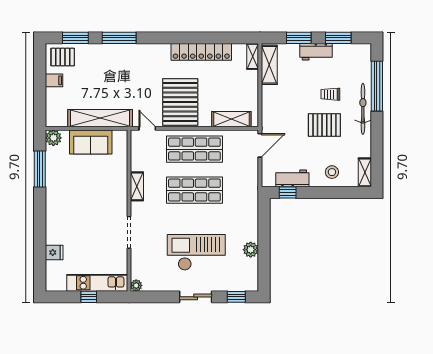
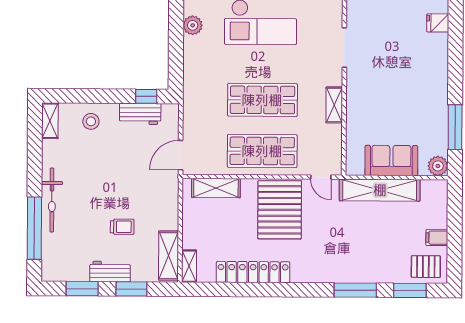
trolley: (330, 94) -> (122, 227), moved
pallet: (324, 125) -> (100, 180), removed

